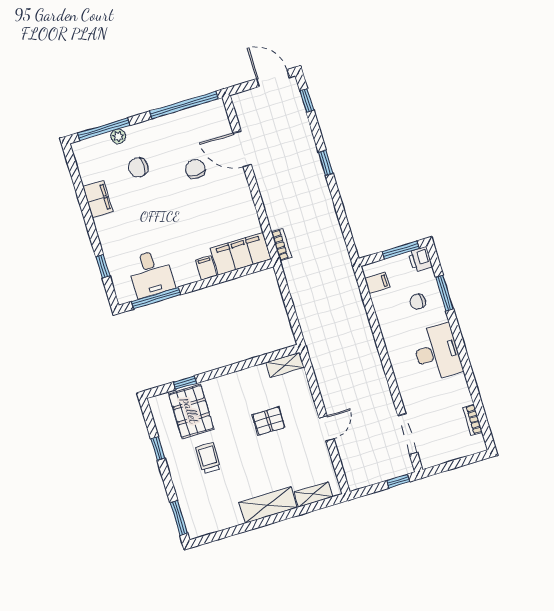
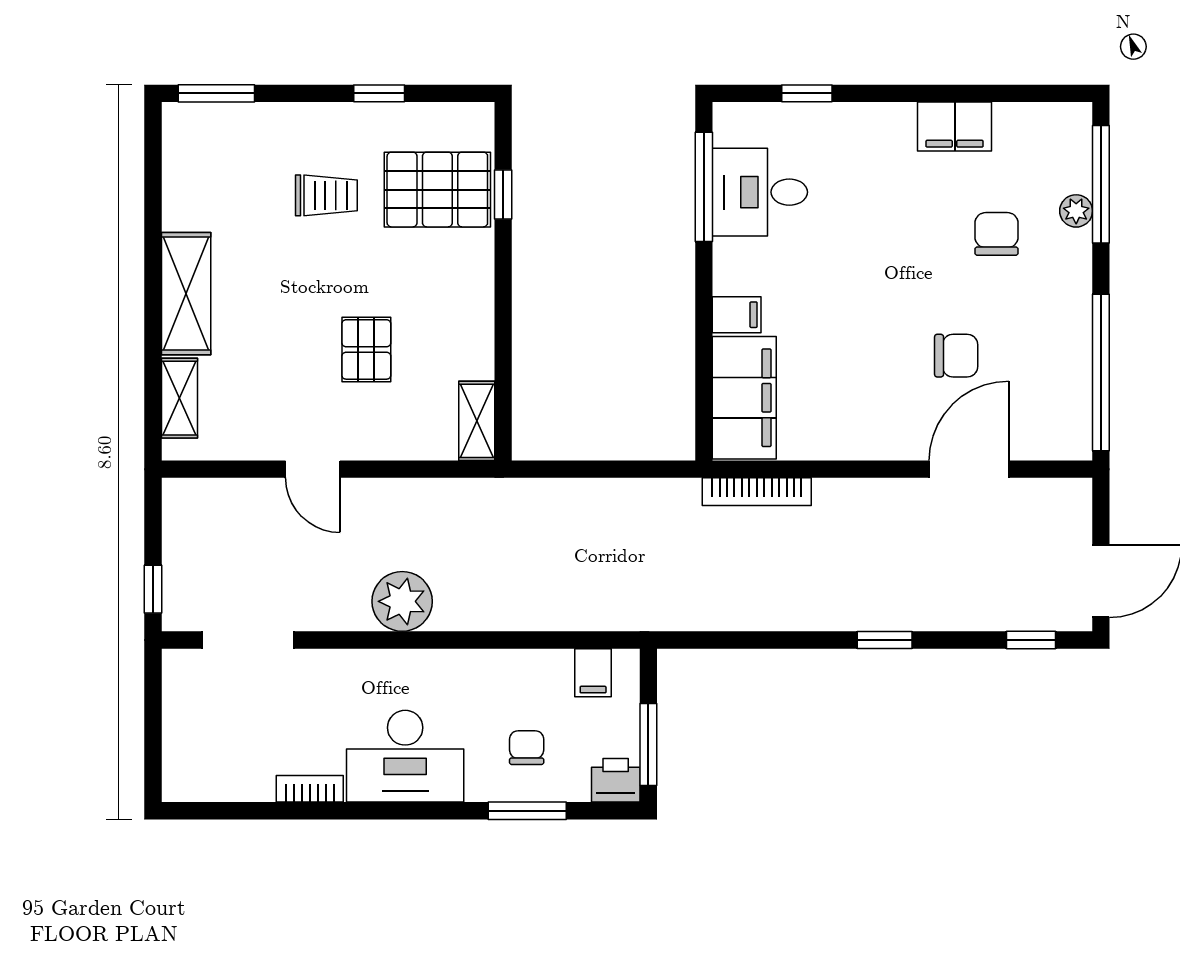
bookcase: (281, 245) -> (757, 492), width x1.56
plant: (371, 373) -> (402, 601), added
bookcase: (473, 420) -> (310, 789), moved

